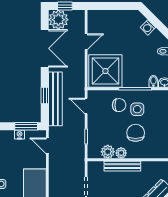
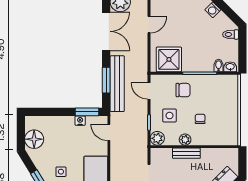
shower: (105, 71) -> (169, 59), width x0.73, depth x0.73
window: (45, 95) -> (106, 80), width x1.50
side table: (137, 109) -> (170, 116), moved
chair: (136, 133) -> (200, 119), width x0.54, depth x0.54
plant: (108, 152) -> (157, 138), moved
bench: (122, 166) -> (186, 153), width x0.73

